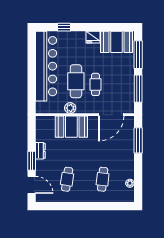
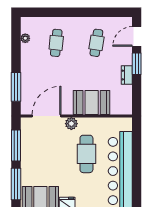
cafe table: (95, 84) -> (64, 150), removed
plant: (70, 108) -> (71, 124), moved
door: (32, 185) -> (137, 36), hinge flipped

